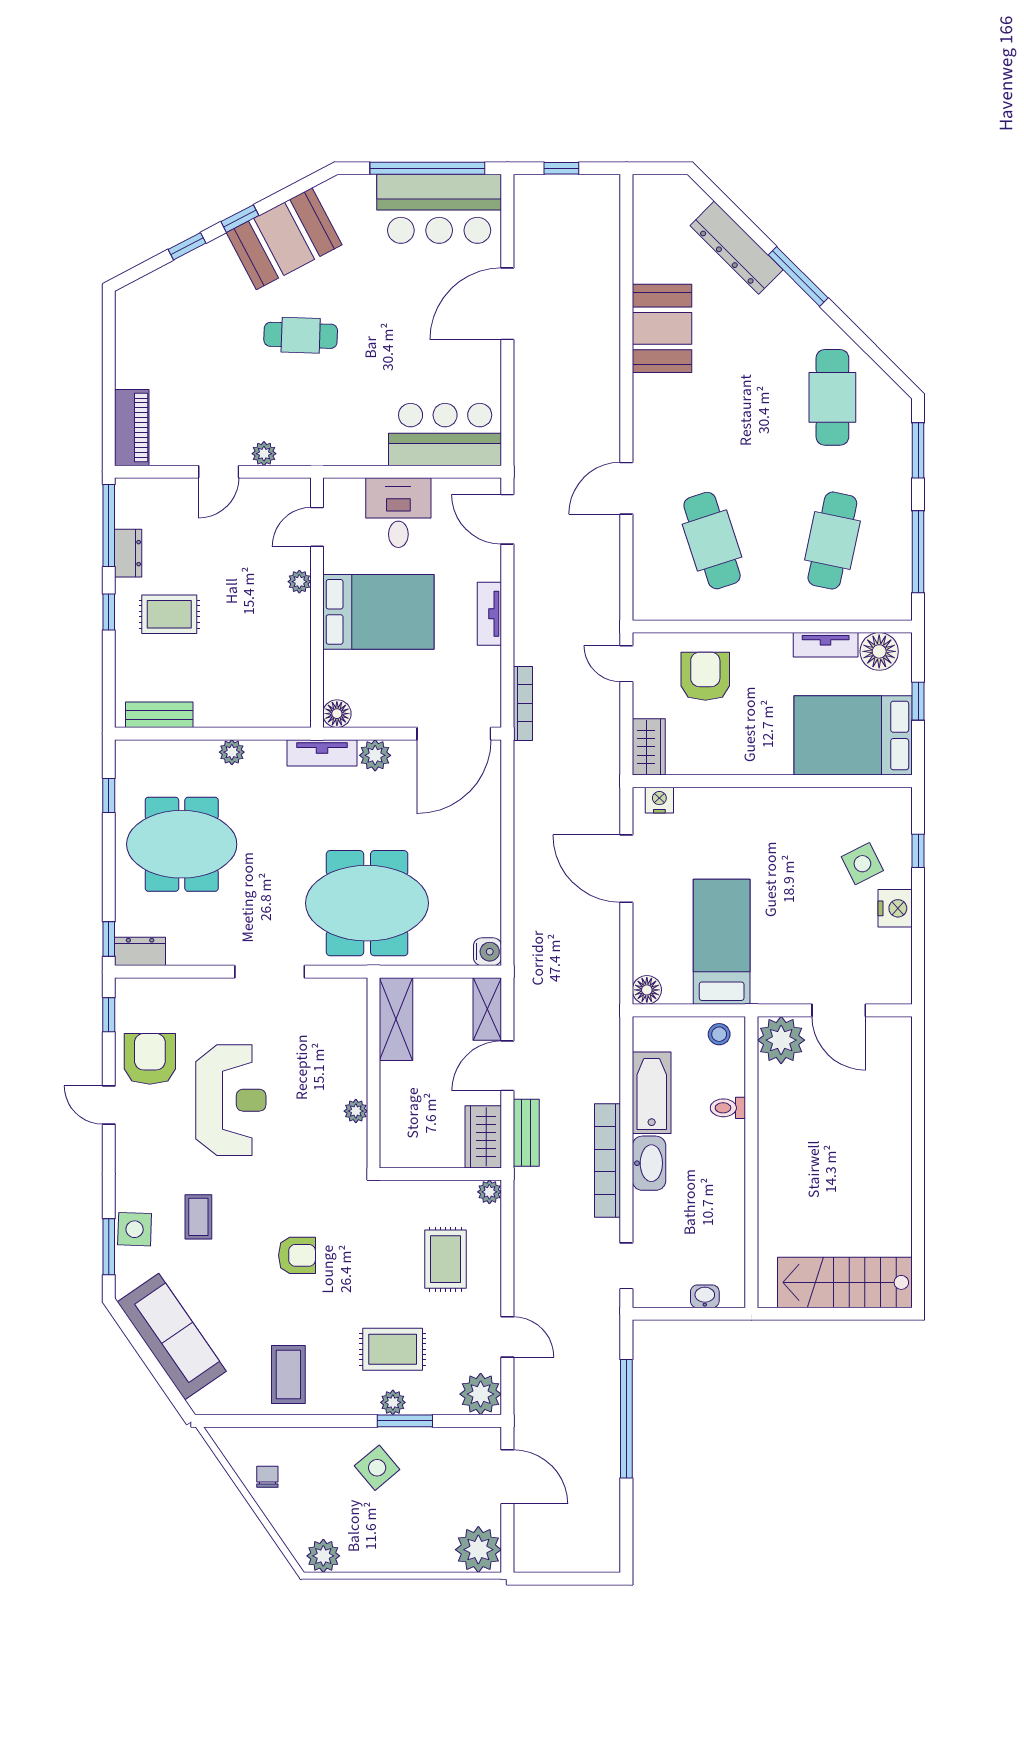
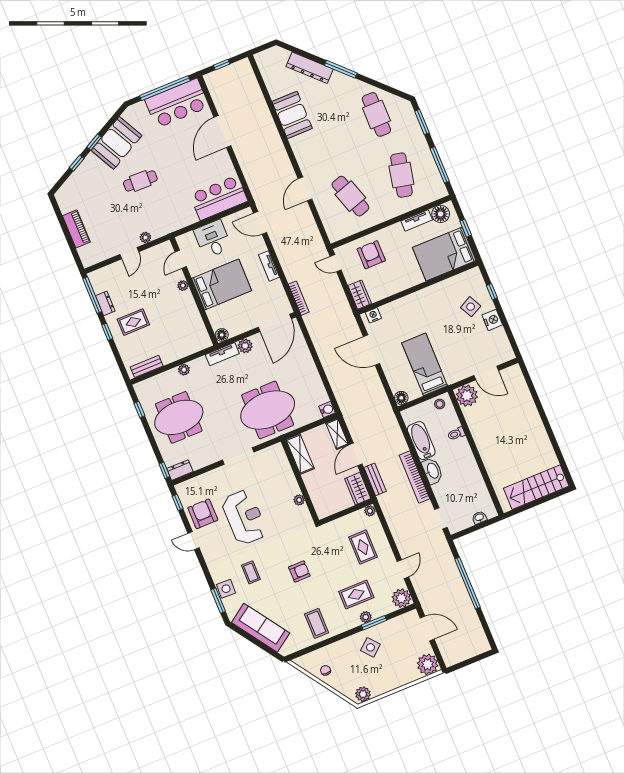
piano: (132, 428) -> (76, 229), moved
door: (507, 1337) -> (403, 569), hinge flipped

